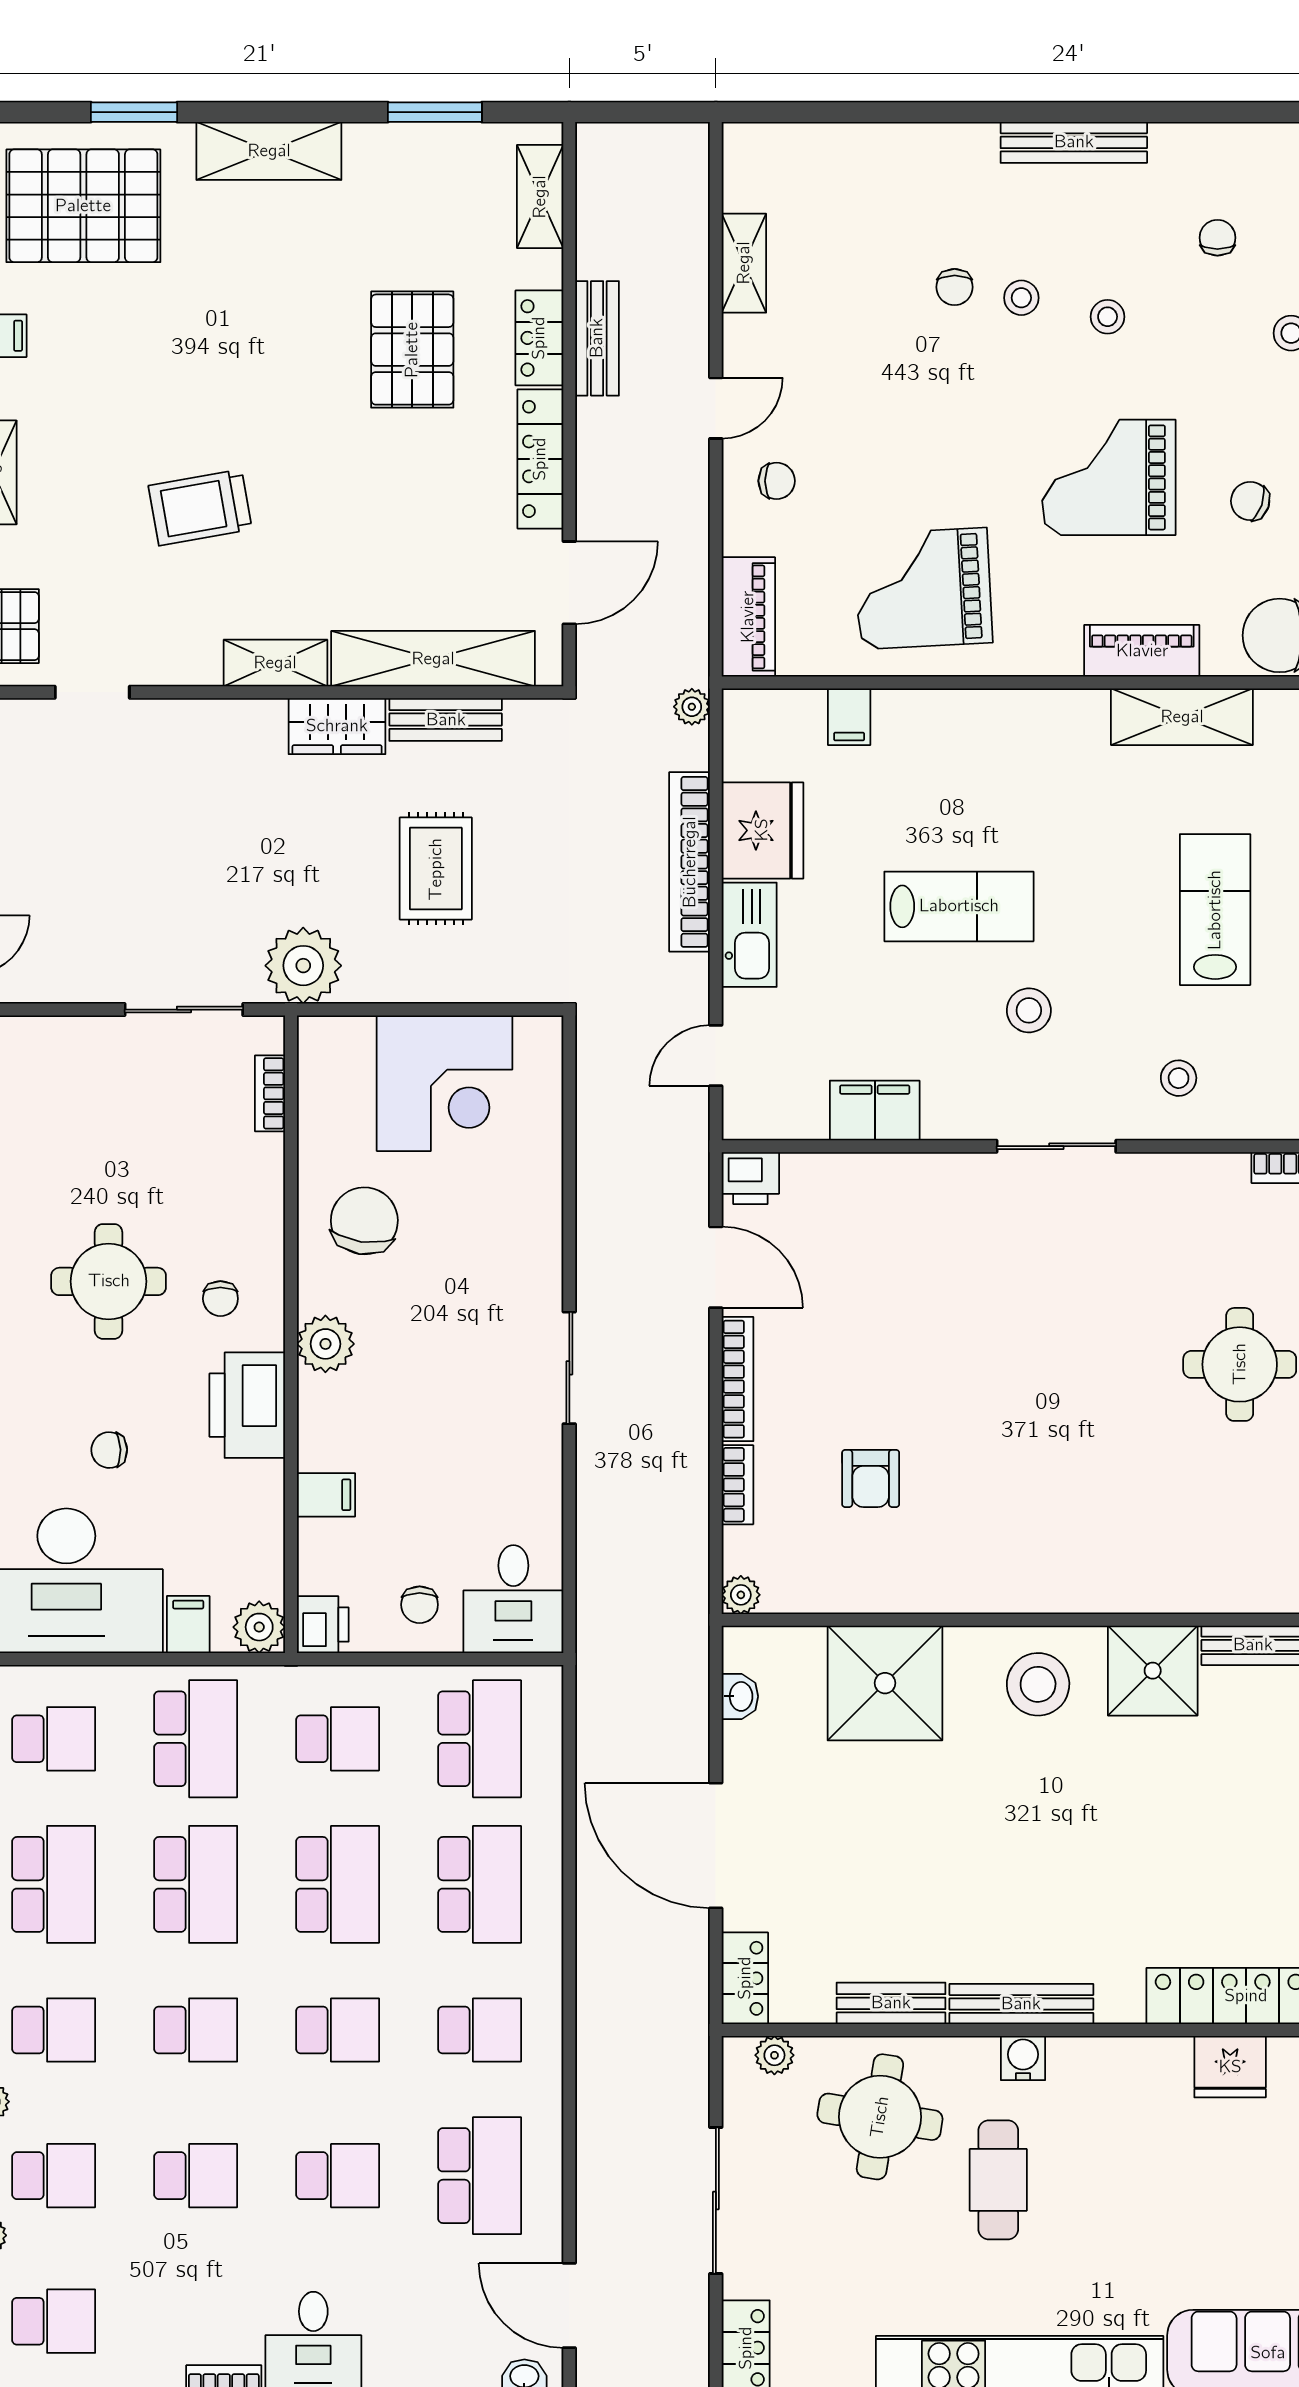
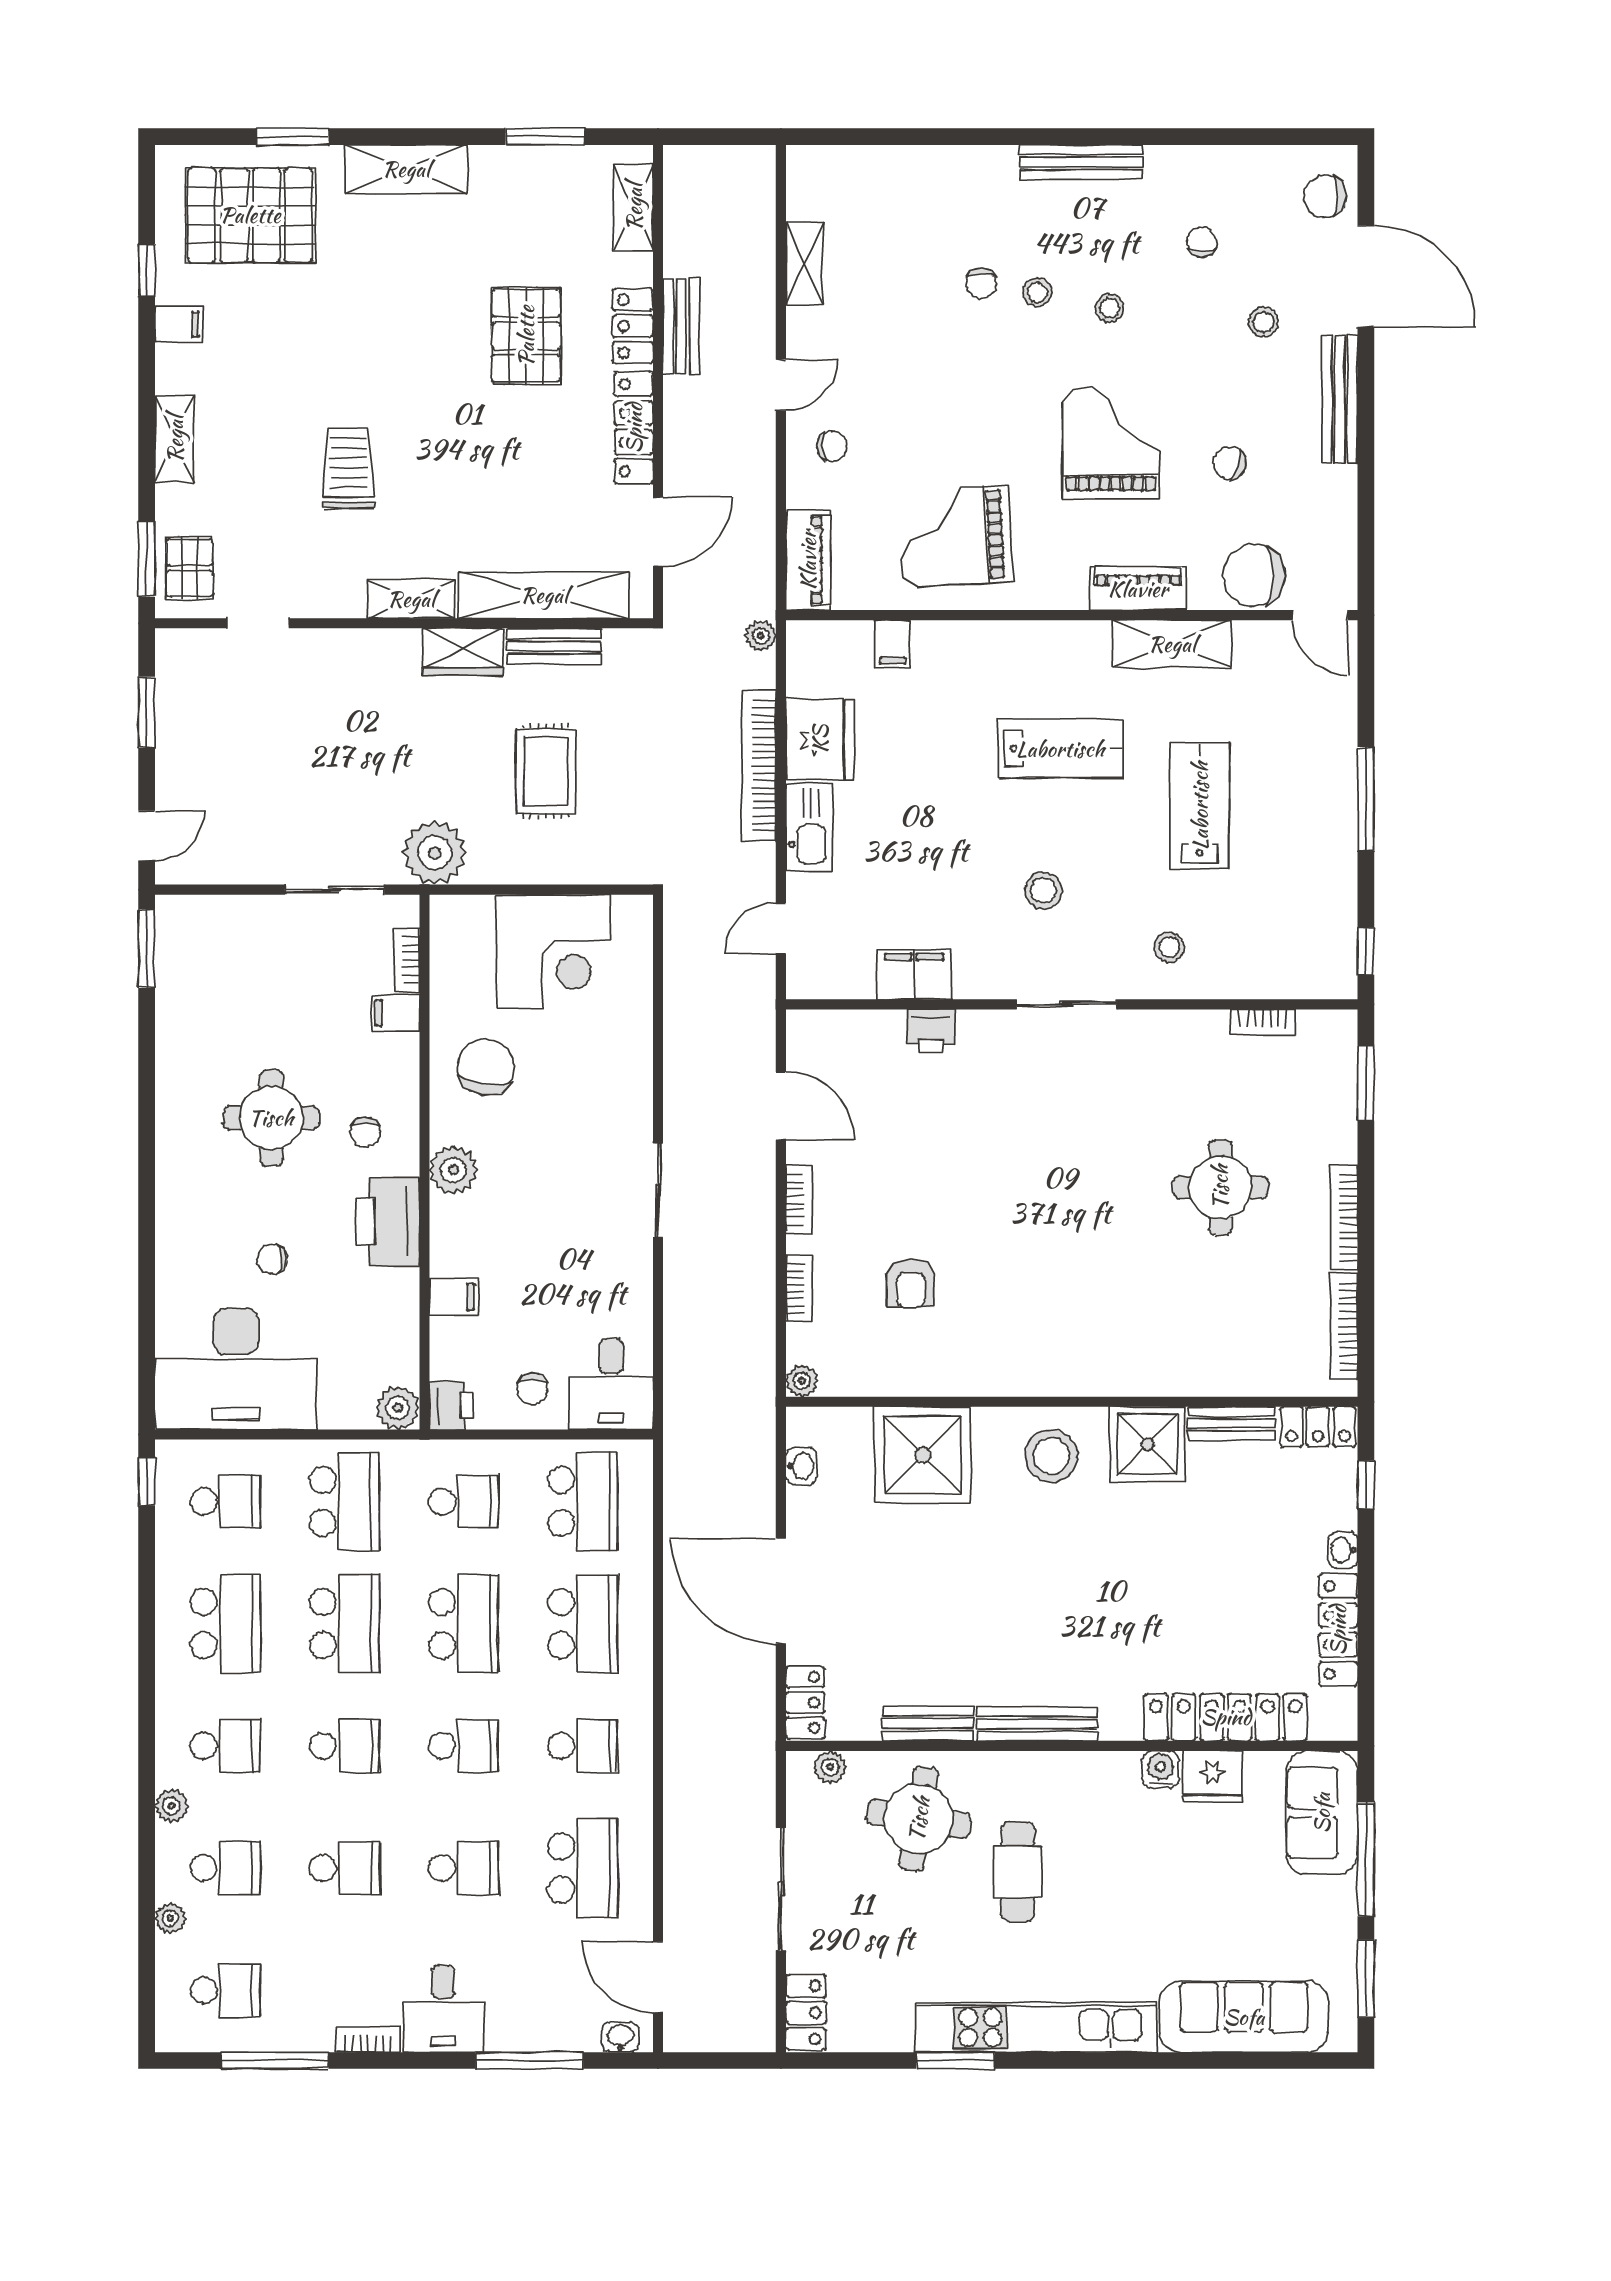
grand piano: (1109, 477) -> (1111, 443), turned 90
trolley: (200, 507) -> (348, 468), turned 100
lab bench: (959, 906) -> (1060, 749), moved
printer: (750, 1178) -> (931, 1031), moved
bookcase: (738, 1379) -> (799, 1200), width x0.64
filing cabinet: (188, 1625) -> (396, 1013), moved, turned -90
water cooler: (1023, 2058) -> (1161, 1769), moved

